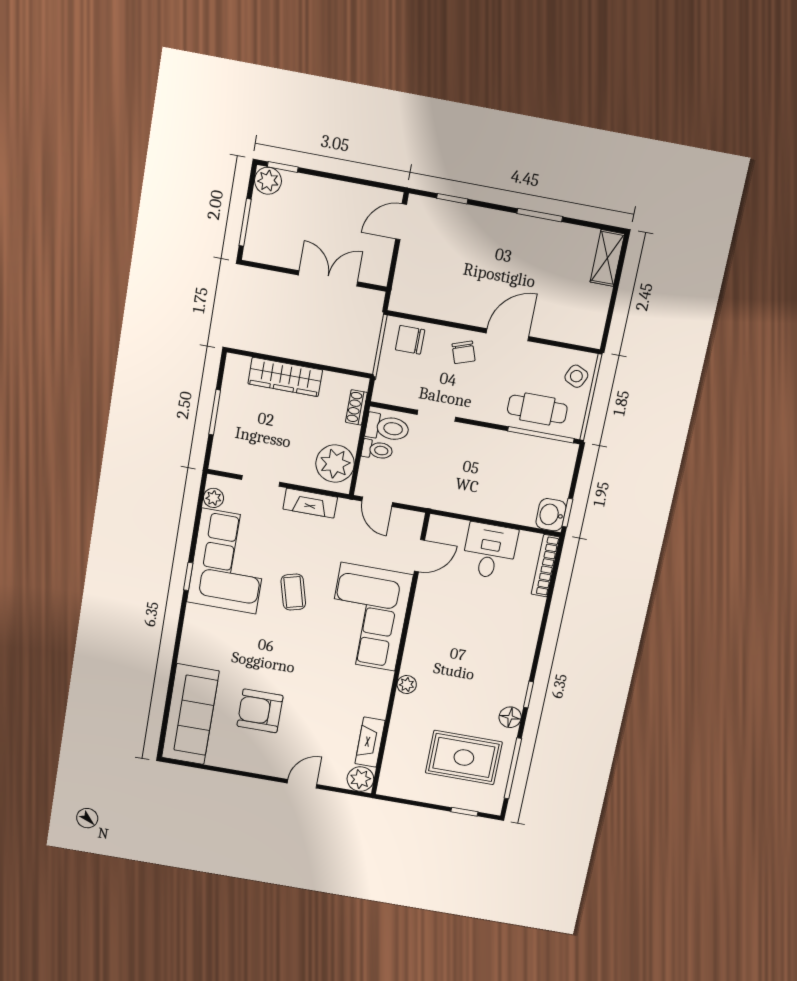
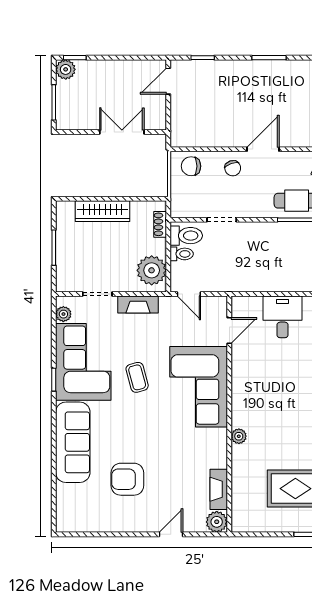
sofa: (190, 714) -> (73, 442), moved

